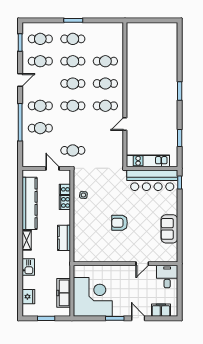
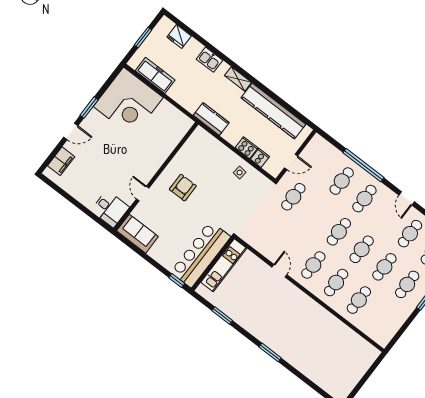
wall: (125, 264) -> (156, 176), moved
door: (142, 264) -> (143, 194), moved
desk: (167, 277) -> (110, 209), moved

